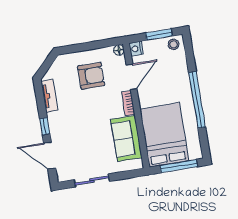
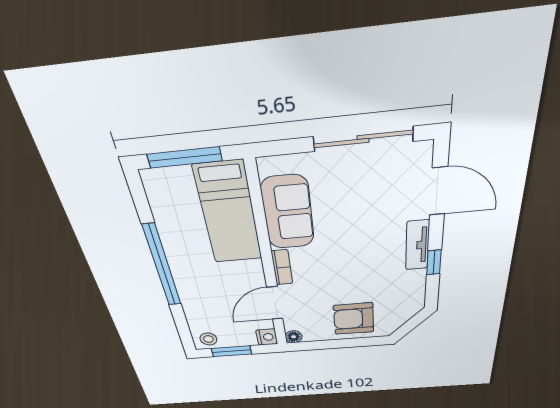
armchair: (91, 76) -> (354, 319), moved
tv unit: (49, 96) -> (417, 245), moved
window: (45, 126) -> (434, 262), moved
bed: (164, 135) -> (229, 214), width x0.67
sliding door: (92, 180) -> (363, 139), width x1.37

